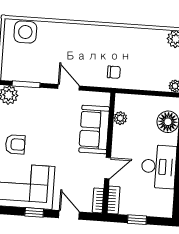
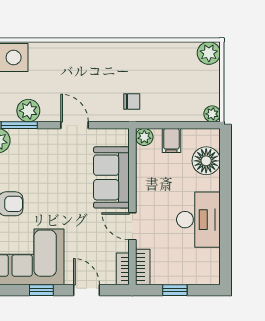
plant: (34, 74) -> (28, 111), added
filing cabinet: (142, 104) -> (171, 140), added
plant: (120, 118) -> (144, 137), moved
door: (108, 168) -> (132, 226), swing flipped

